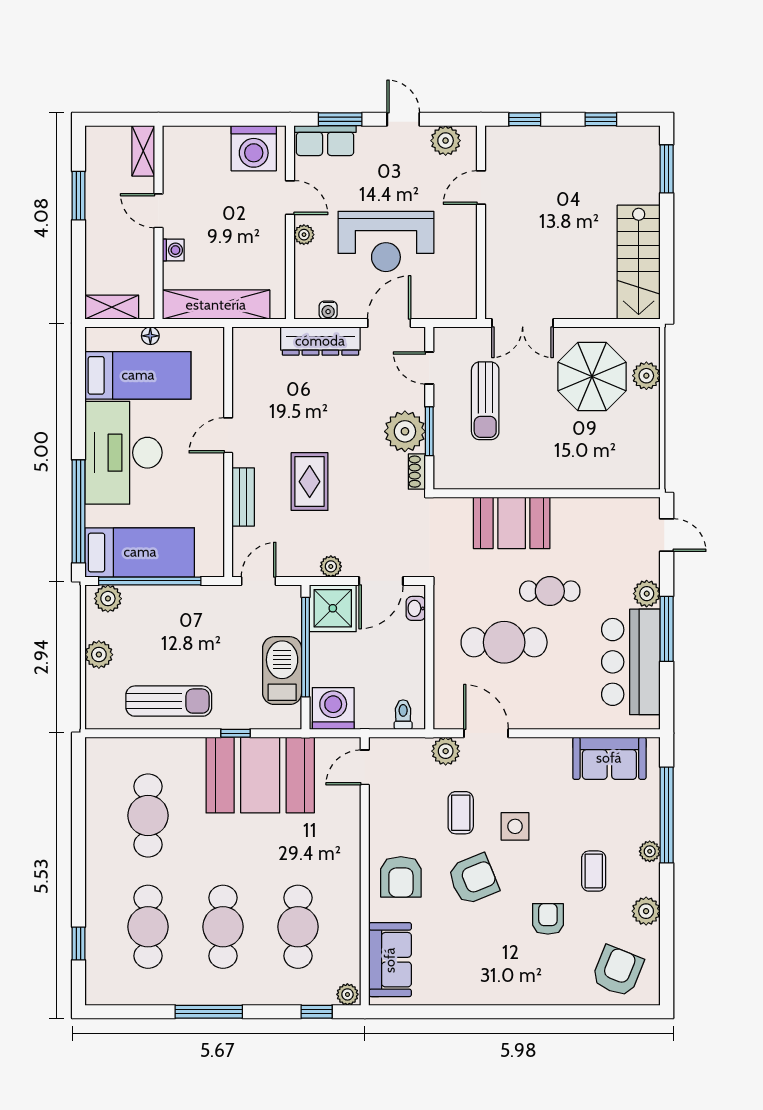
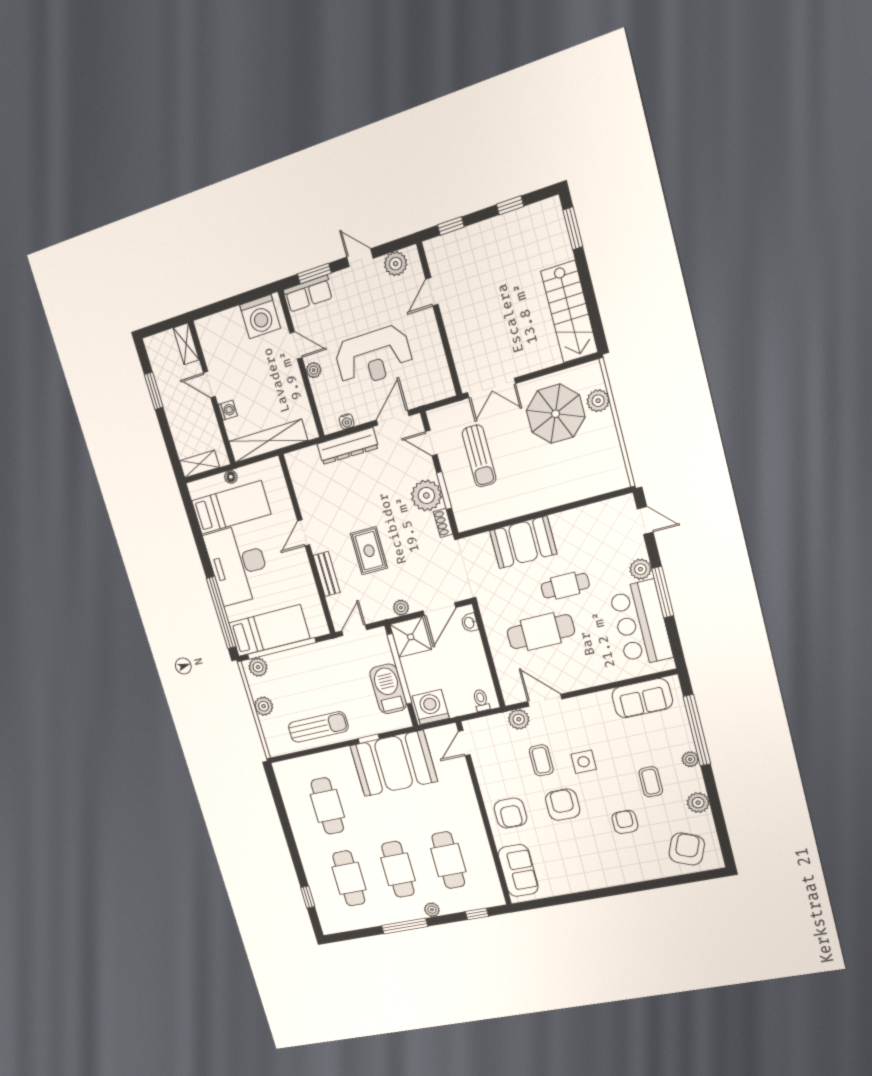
armchair: (473, 879) -> (563, 805), turned -68
plant: (347, 994) -> (432, 910), moved

